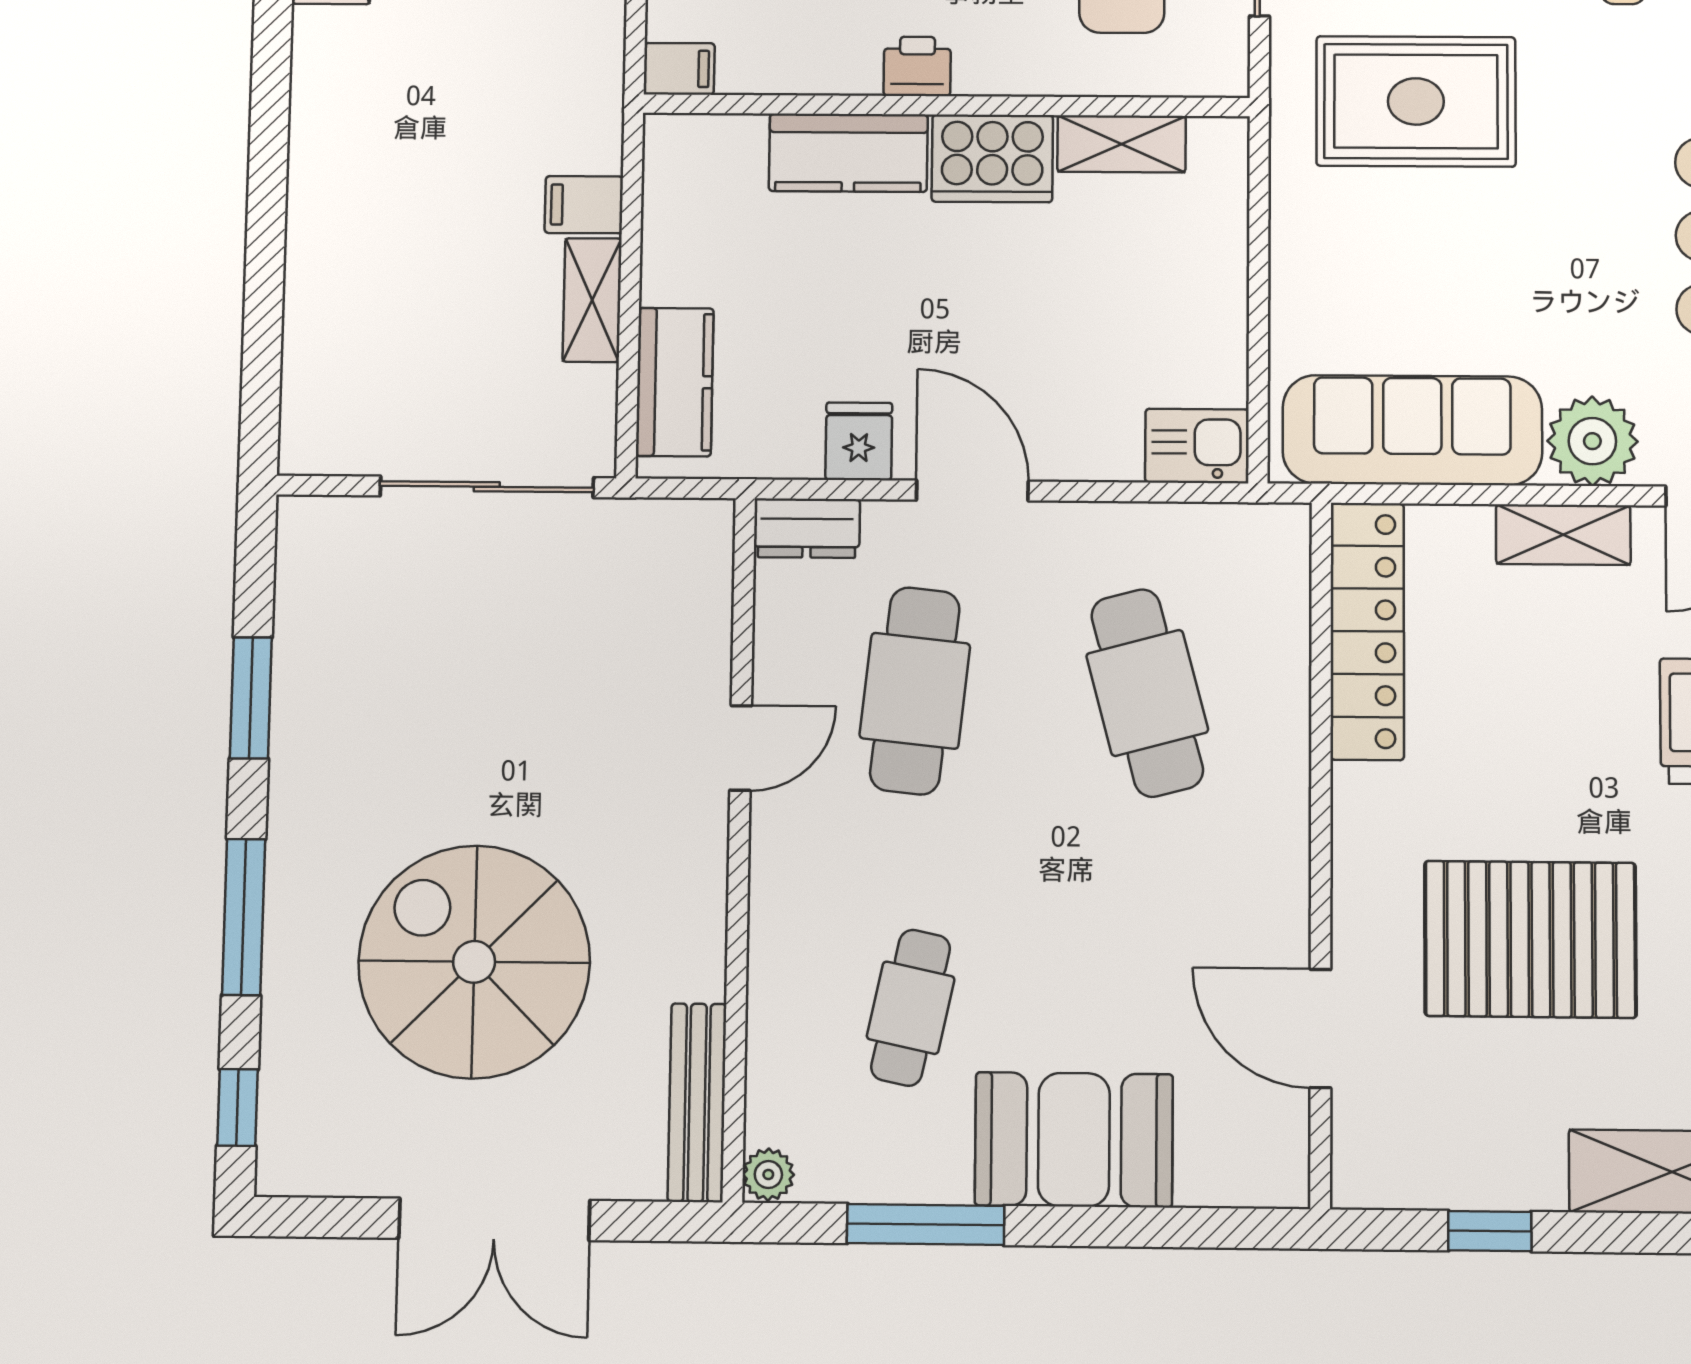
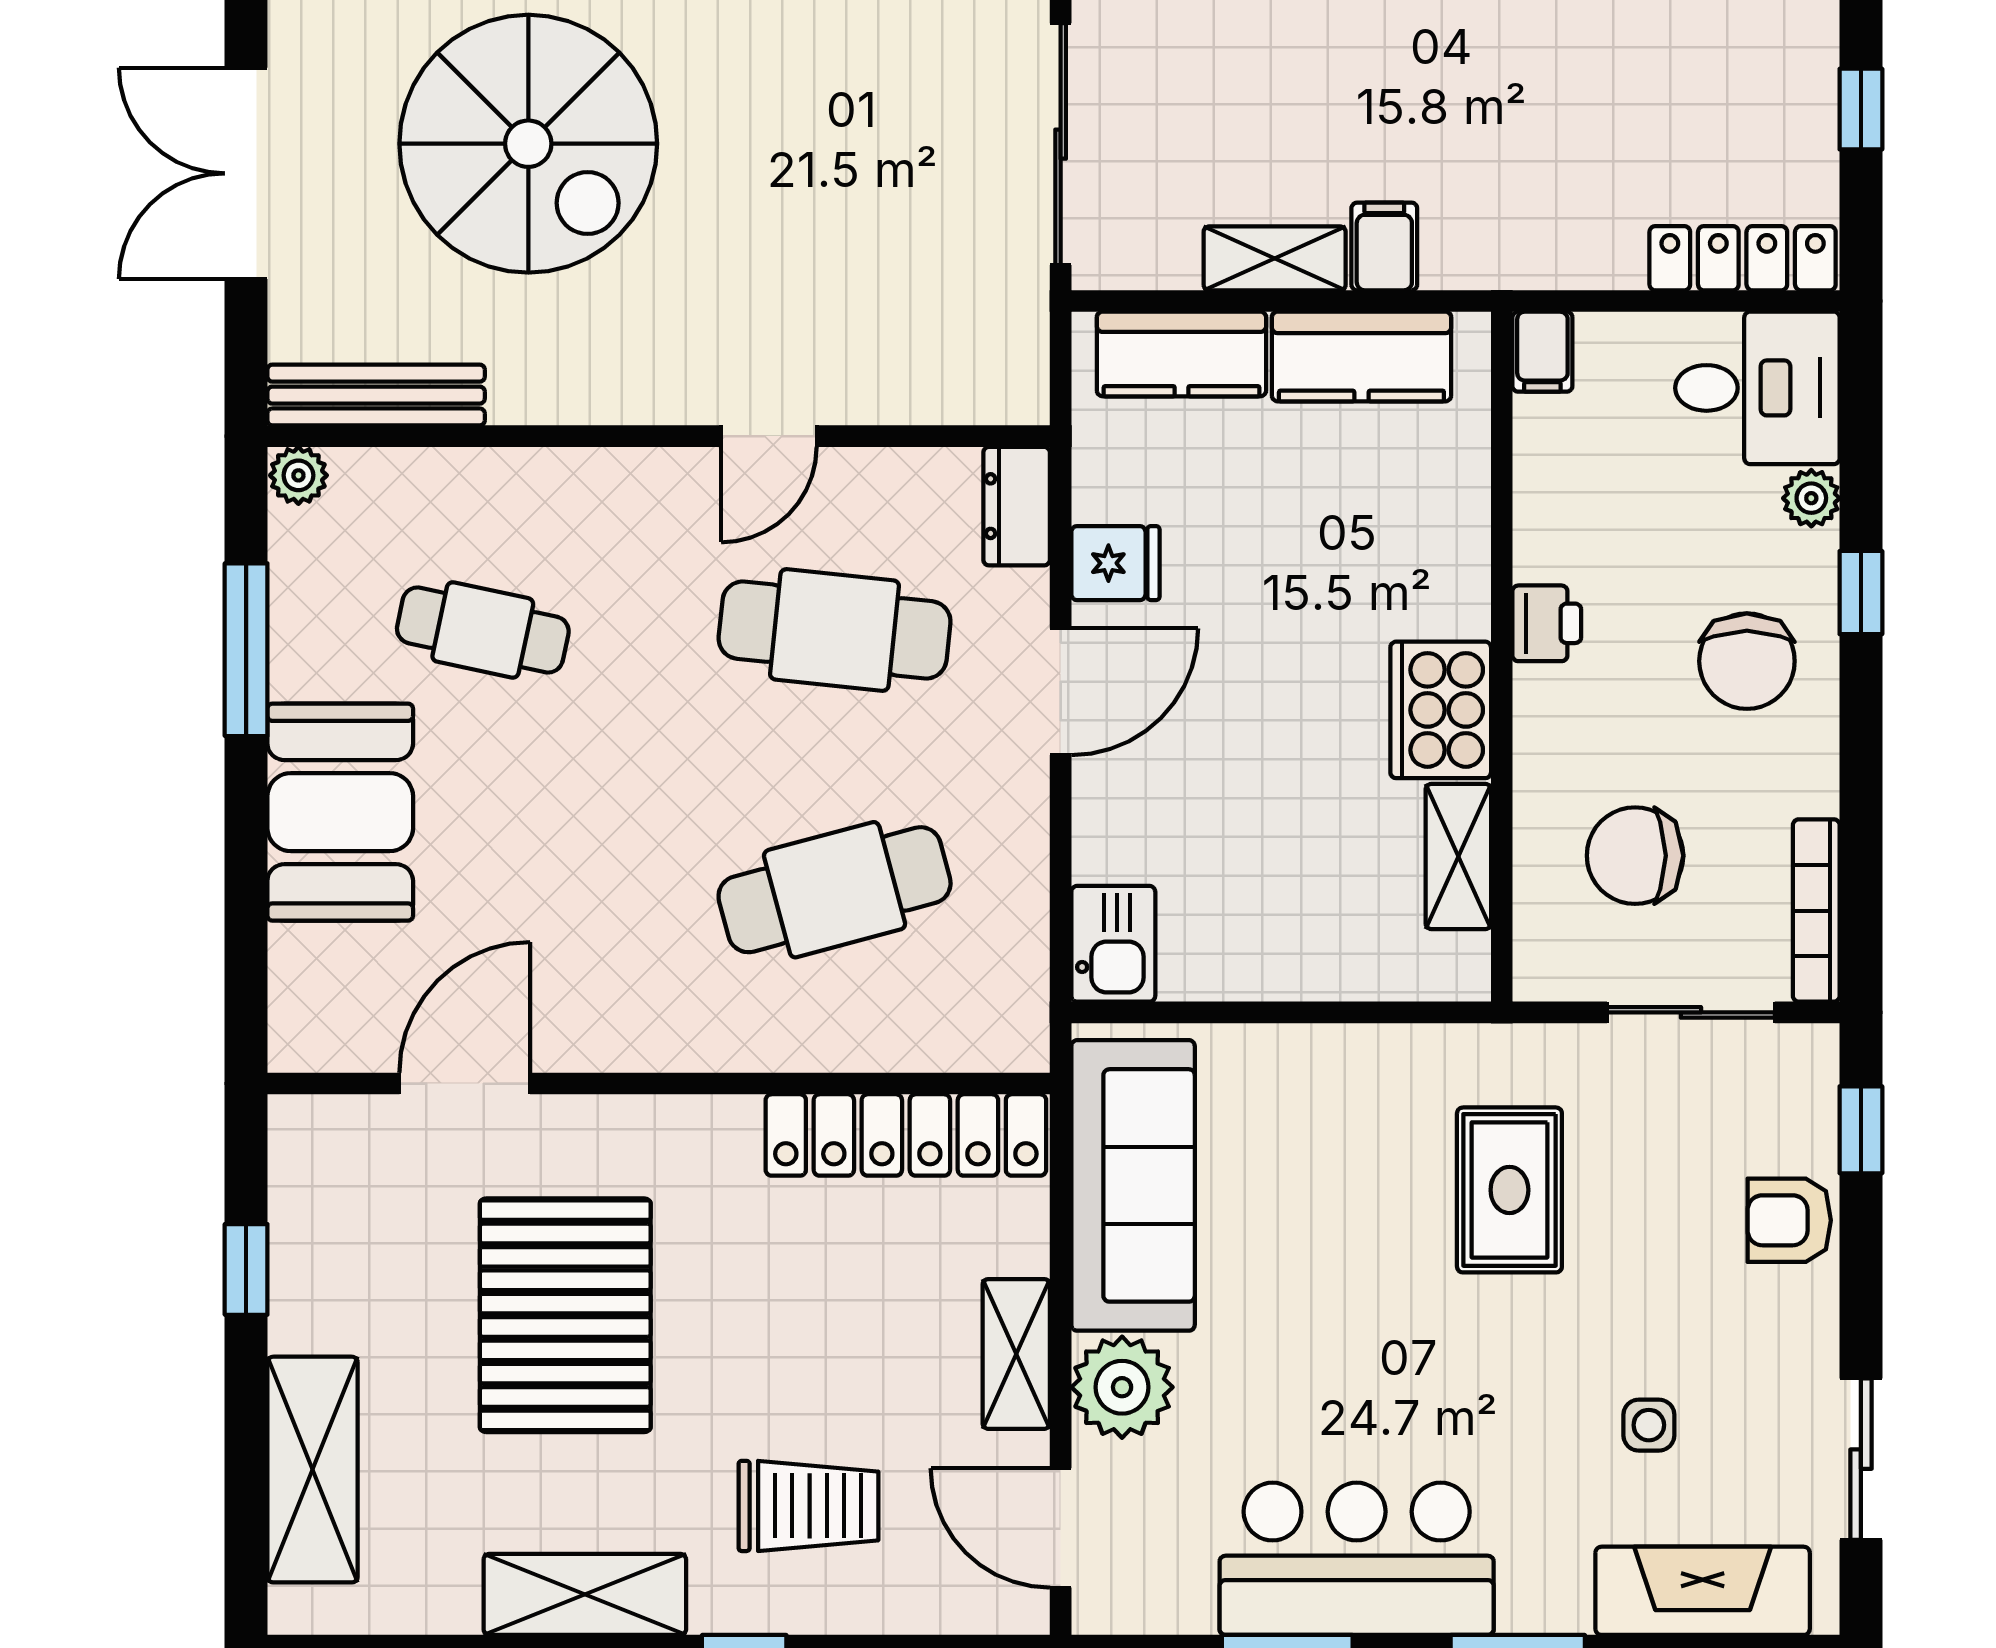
rug: (1416, 101) -> (1509, 1190), width x0.73, depth x0.70
kitchen counter: (848, 153) -> (1361, 356), moved, turned -90
door: (741, 748) -> (769, 436), hinge flipped
spiral stairs: (474, 962) -> (528, 144), turned 90

